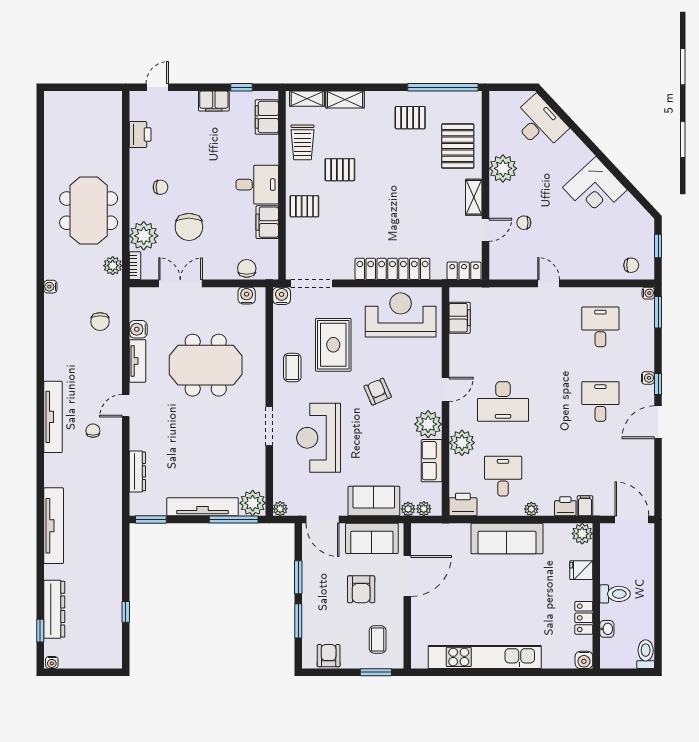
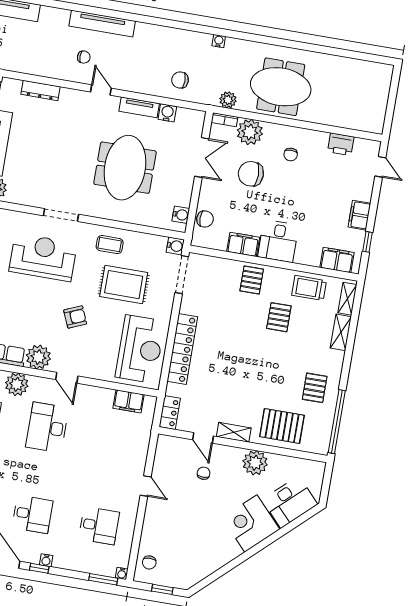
corner desk: (595, 189) -> (251, 523), moved
door: (549, 283) -> (146, 486), hinge flipped

